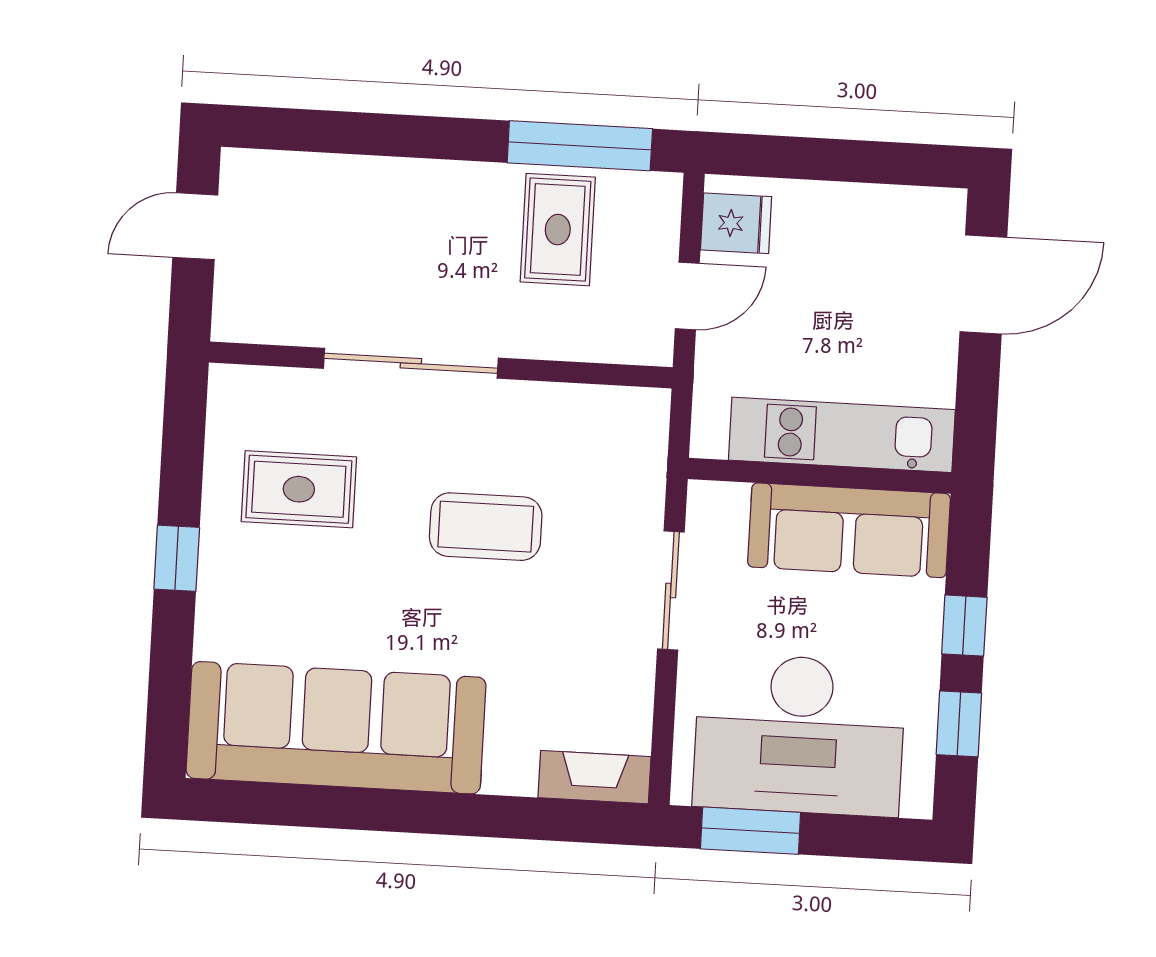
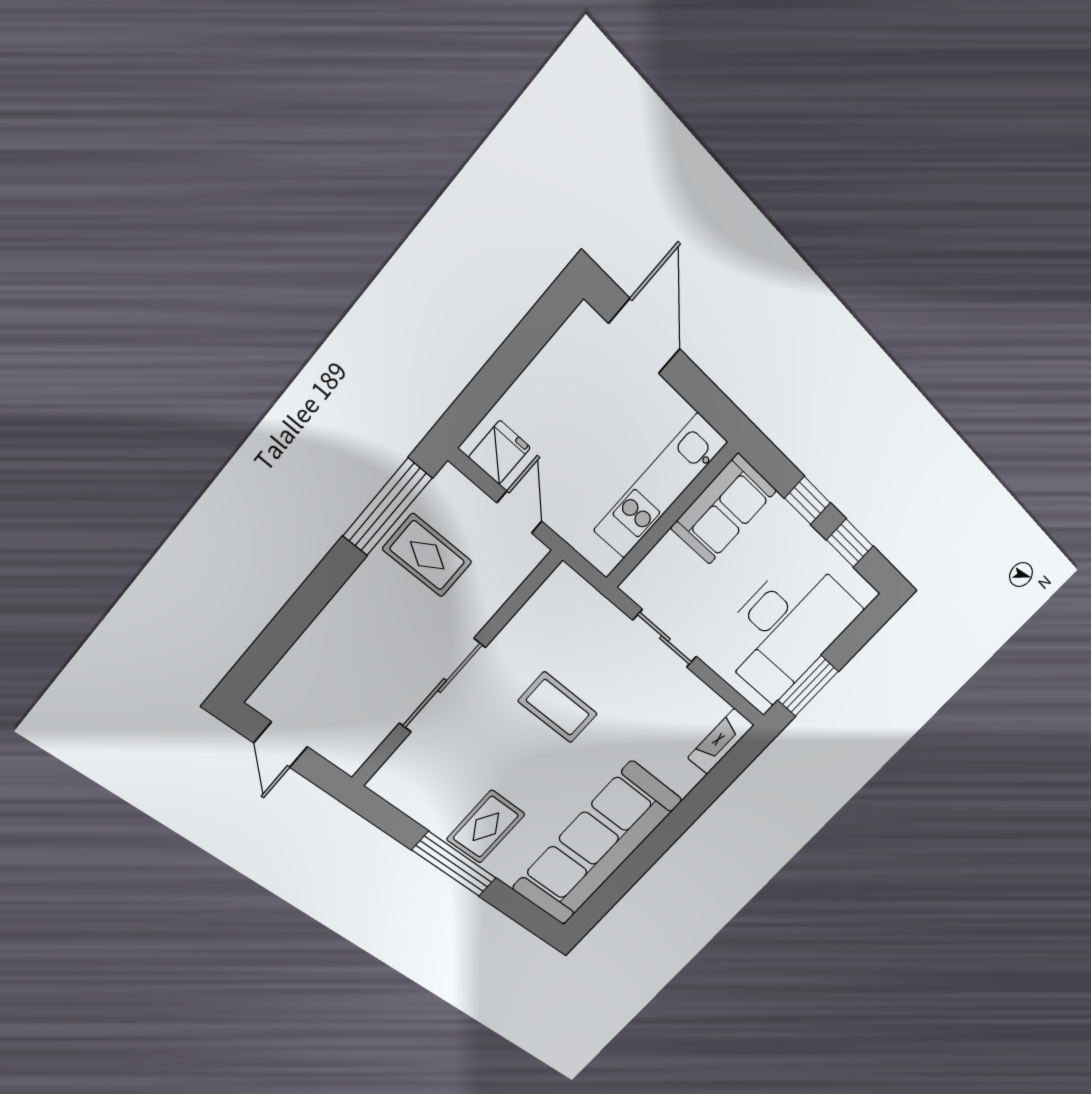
rug: (299, 489) -> (486, 827), moved
coffee table: (486, 527) -> (558, 707), turned 90
sofa: (849, 530) -> (724, 509), width x0.73
window: (177, 558) -> (454, 864), width x2.17

